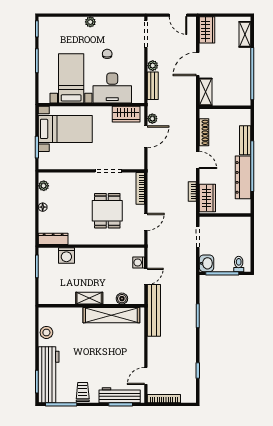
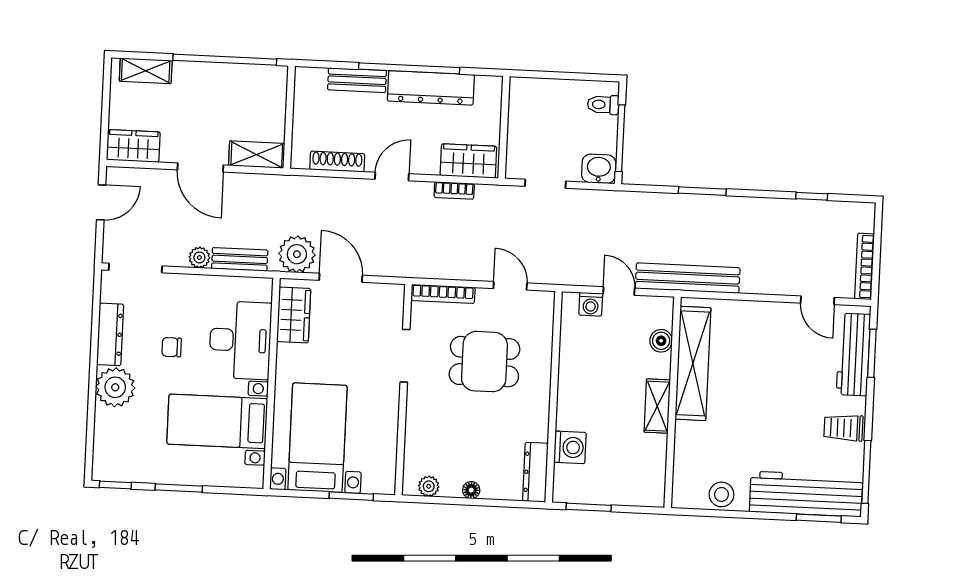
plant: (90, 22) -> (115, 387), width x1.87, depth x1.87
dresser: (112, 23) -> (110, 334), added
plant: (152, 119) -> (297, 254), width x1.88, depth x1.88

